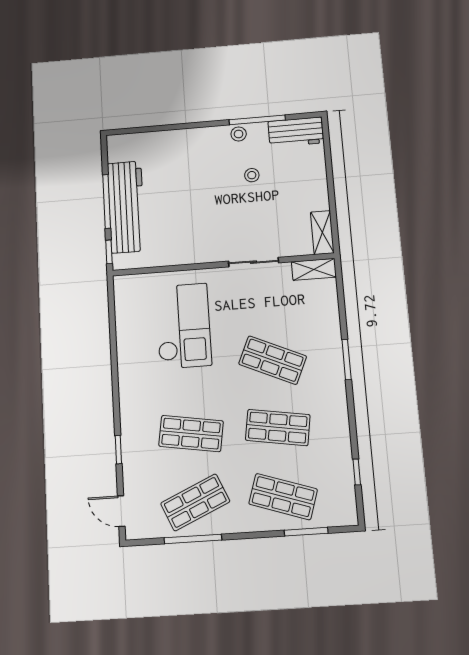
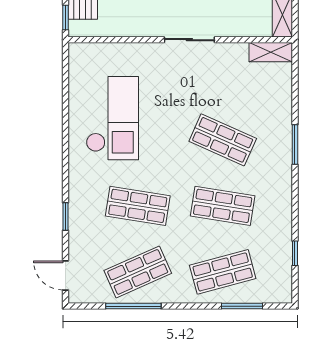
sliding door: (253, 262) -> (189, 40), moved
checkout: (183, 326) -> (112, 118), moved
shop shelf: (283, 497) -> (223, 272), turned -33

